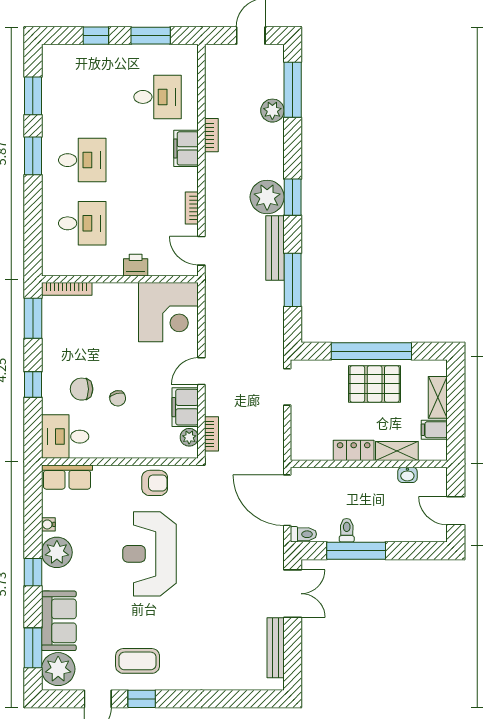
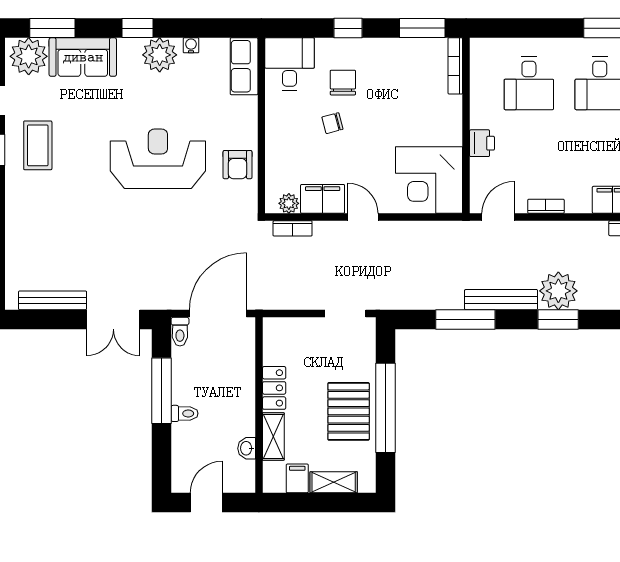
toilet: (347, 530) -> (184, 413), moved

